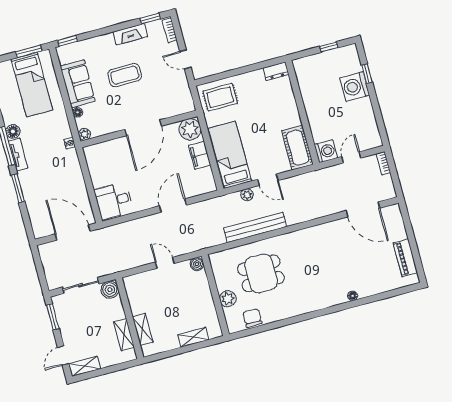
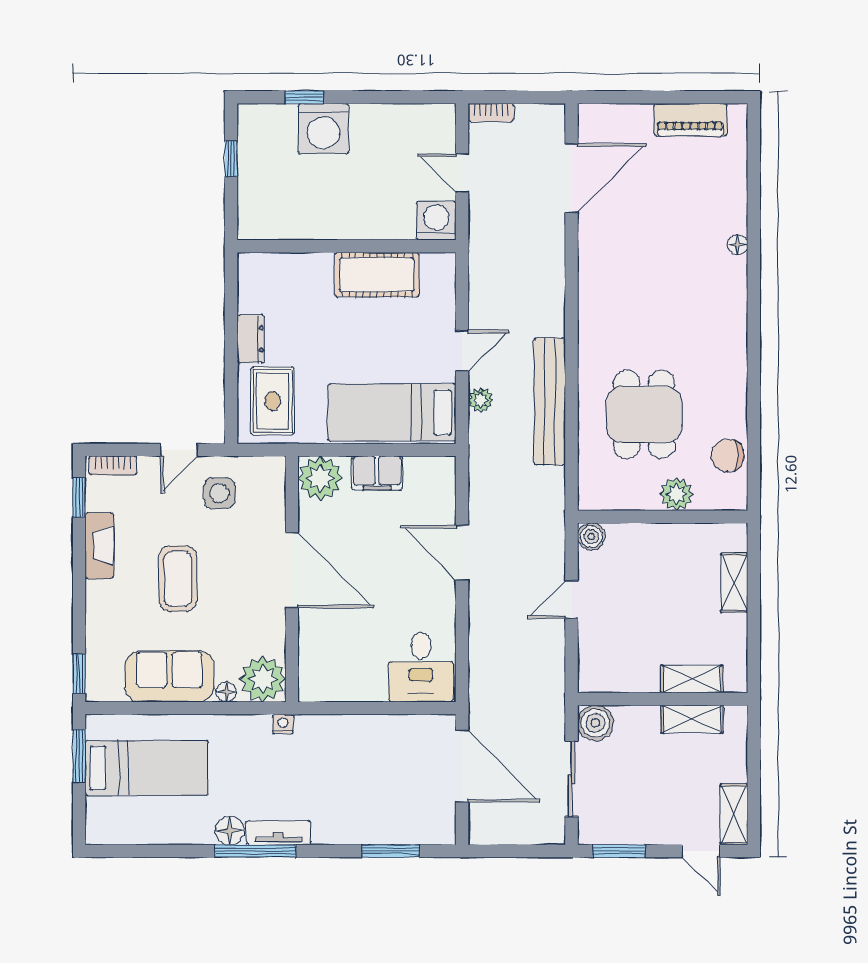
dresser: (276, 71) -> (251, 339), moved
side table: (170, 84) -> (219, 493), added
plant: (85, 134) -> (263, 679), width x1.87, depth x1.87
cot: (297, 148) -> (377, 275), moved
window: (18, 188) -> (390, 851), moved
door: (73, 232) -> (462, 766), swing flipped

